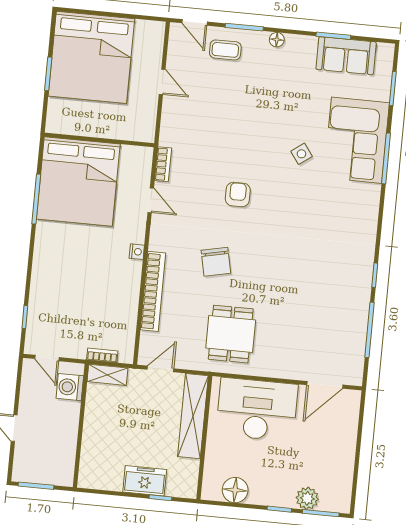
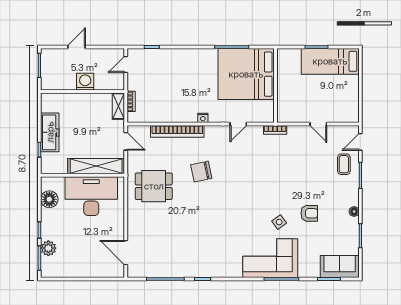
floor lamp: (277, 40) -> (354, 212), moved
sofa: (346, 56) -> (340, 266), moved, turned 90
bed: (91, 57) -> (330, 61), width x0.49
door: (162, 82) -> (318, 124), hinge flipped
corner sofa: (357, 140) -> (270, 258), moved
bookcase: (163, 164) -> (275, 130), moved
armchair: (238, 194) -> (309, 213), moved
washing machine: (70, 387) -> (85, 82), moved
desk: (257, 410) -> (91, 196), moved, turned -90
freezer: (145, 481) -> (50, 132), width x1.40

